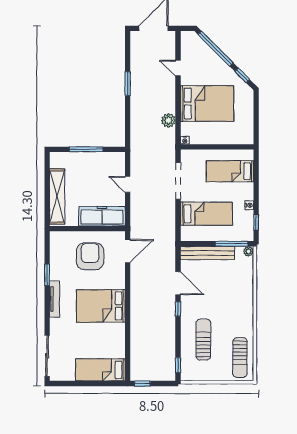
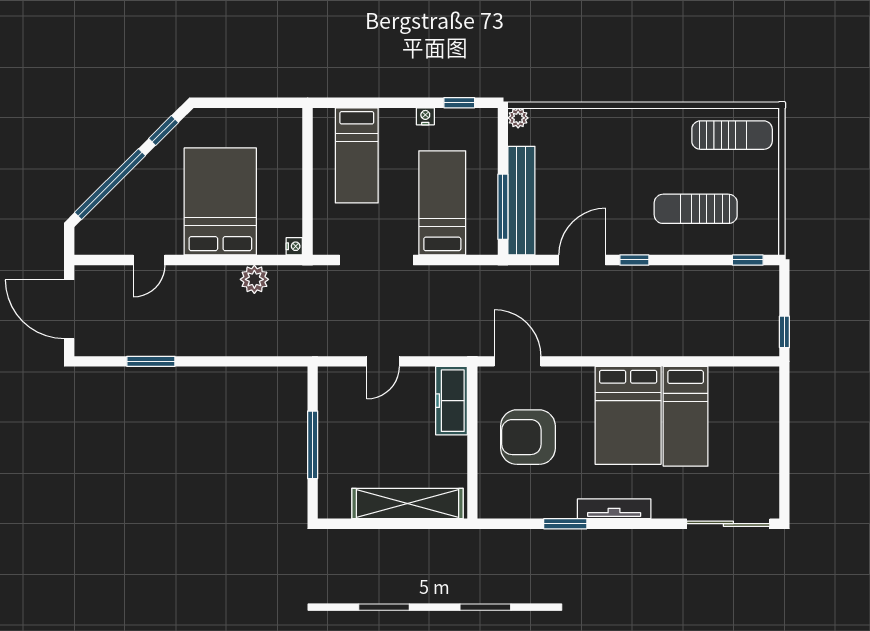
window: (128, 83) -> (151, 361), moved
freezer: (102, 216) -> (451, 401), width x0.73, depth x0.79
window: (232, 244) -> (503, 207), moved
bed: (100, 370) -> (686, 416), moved

